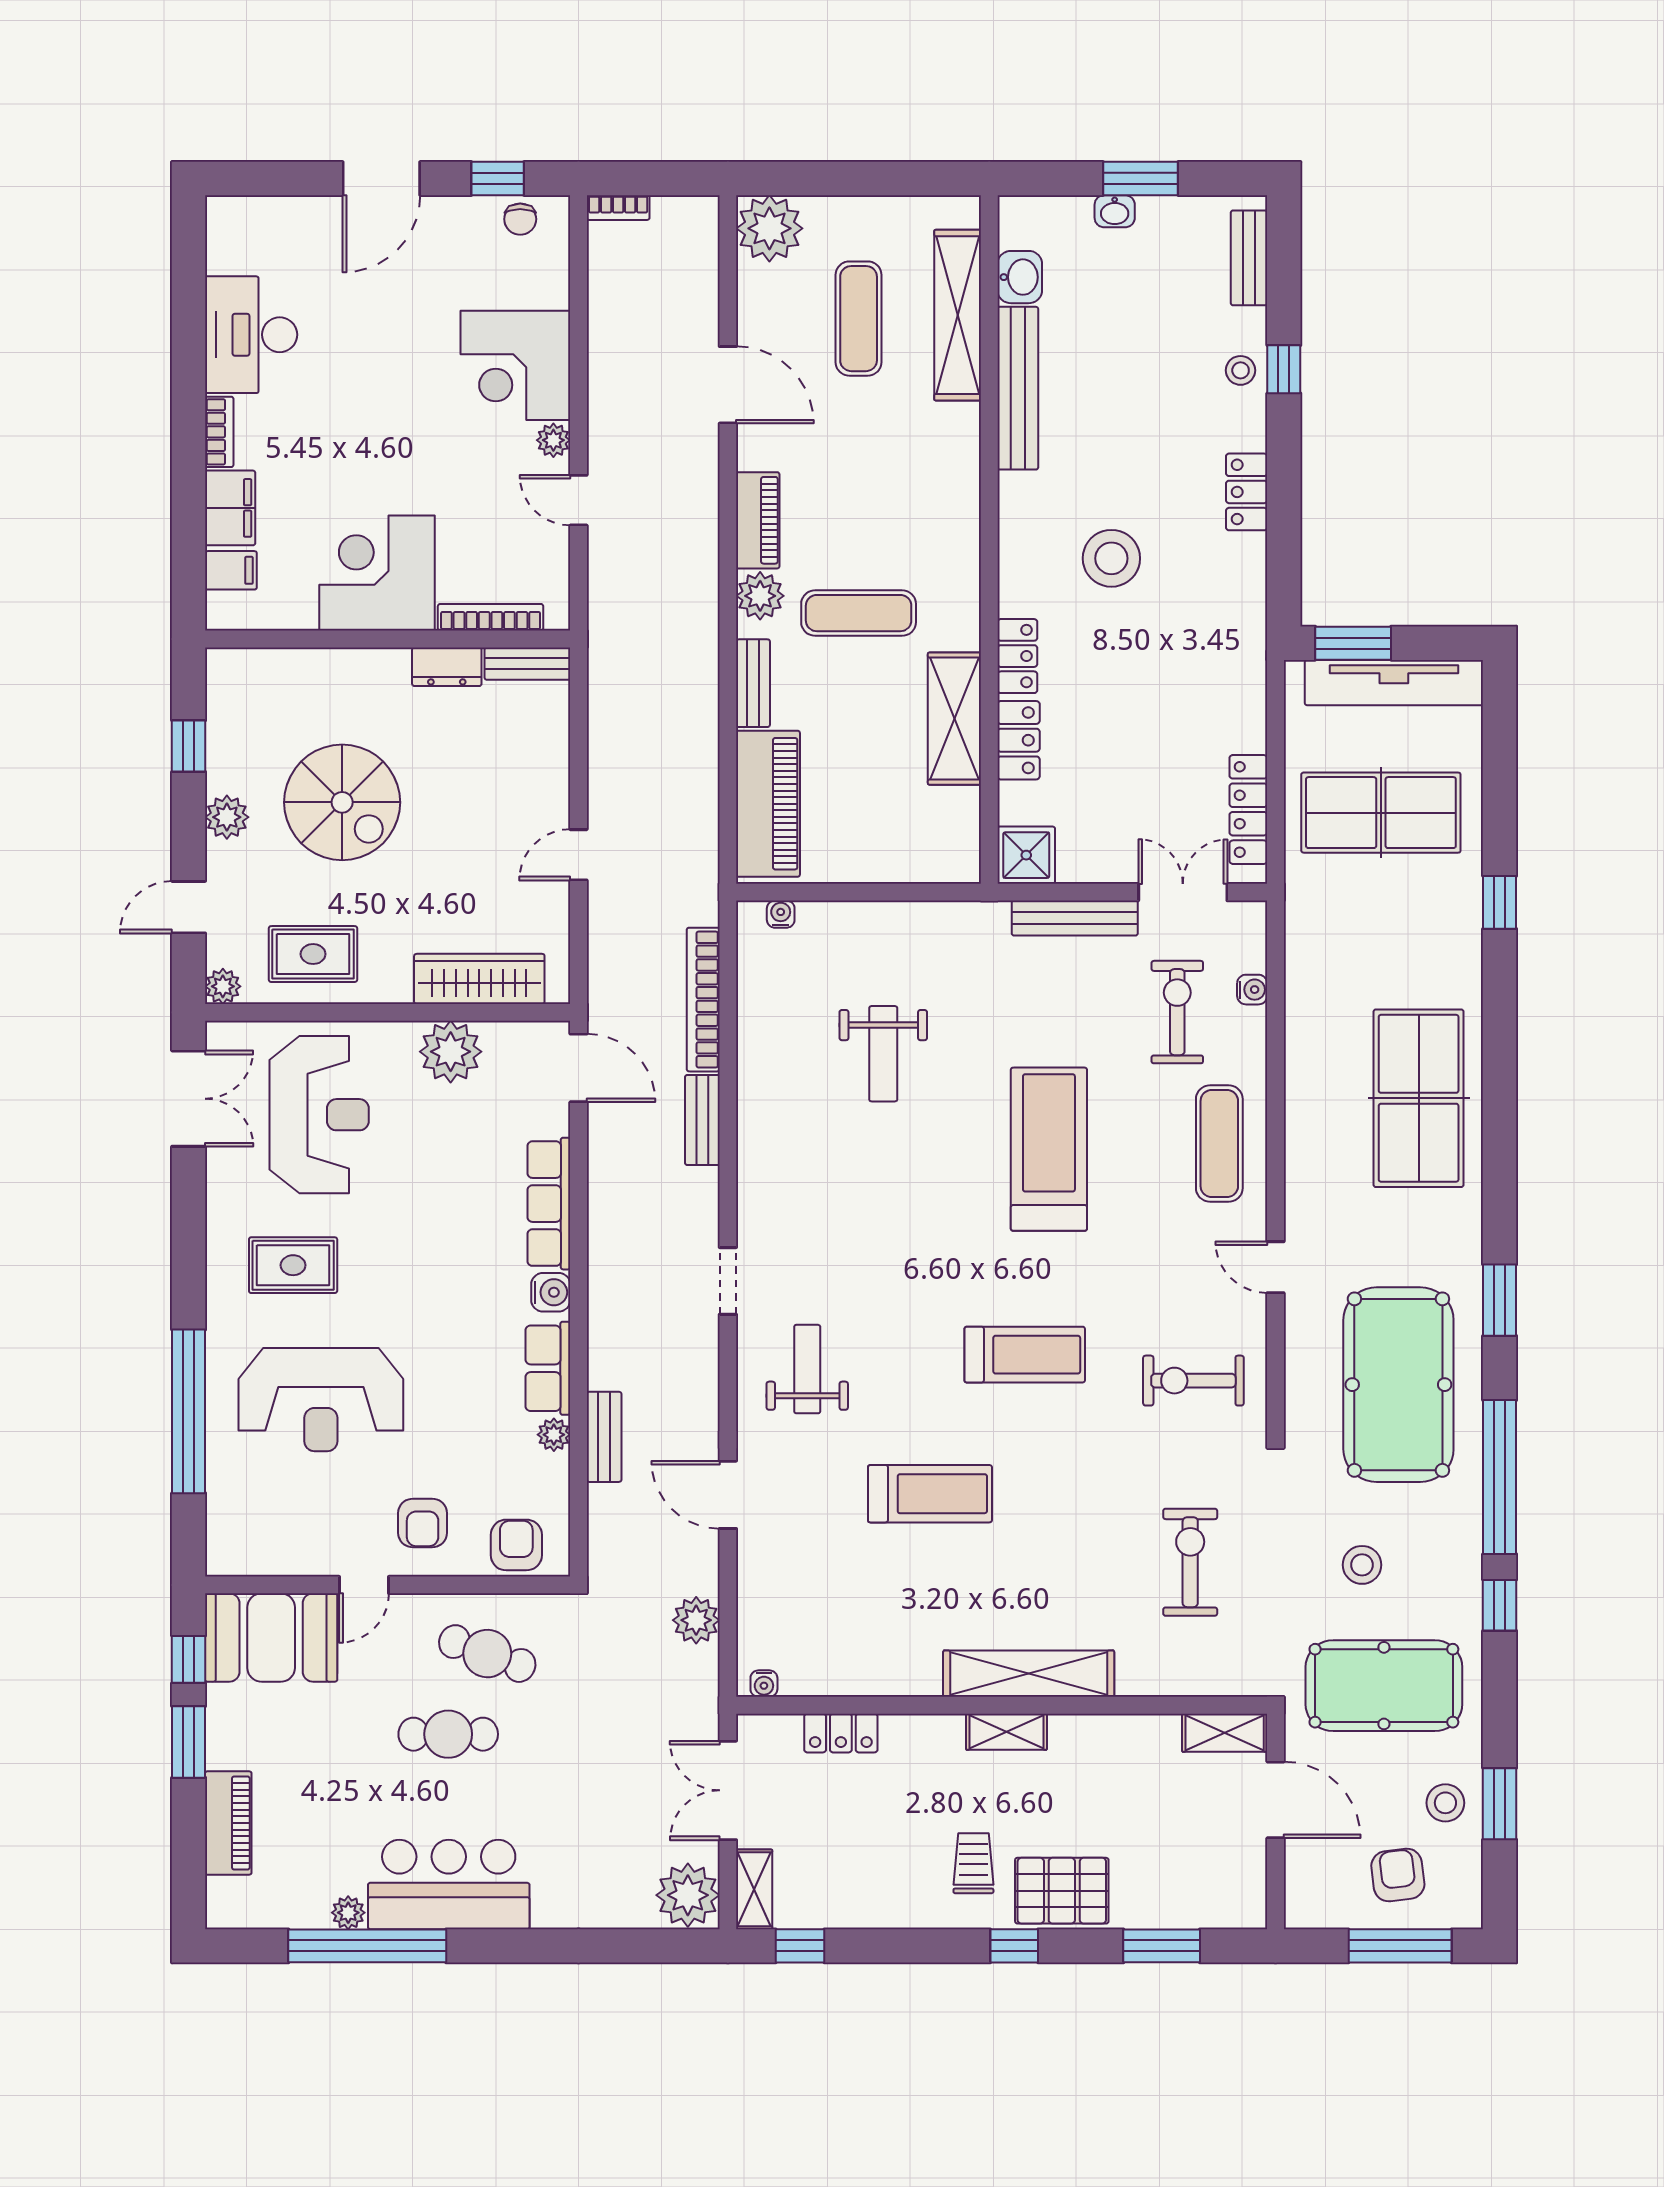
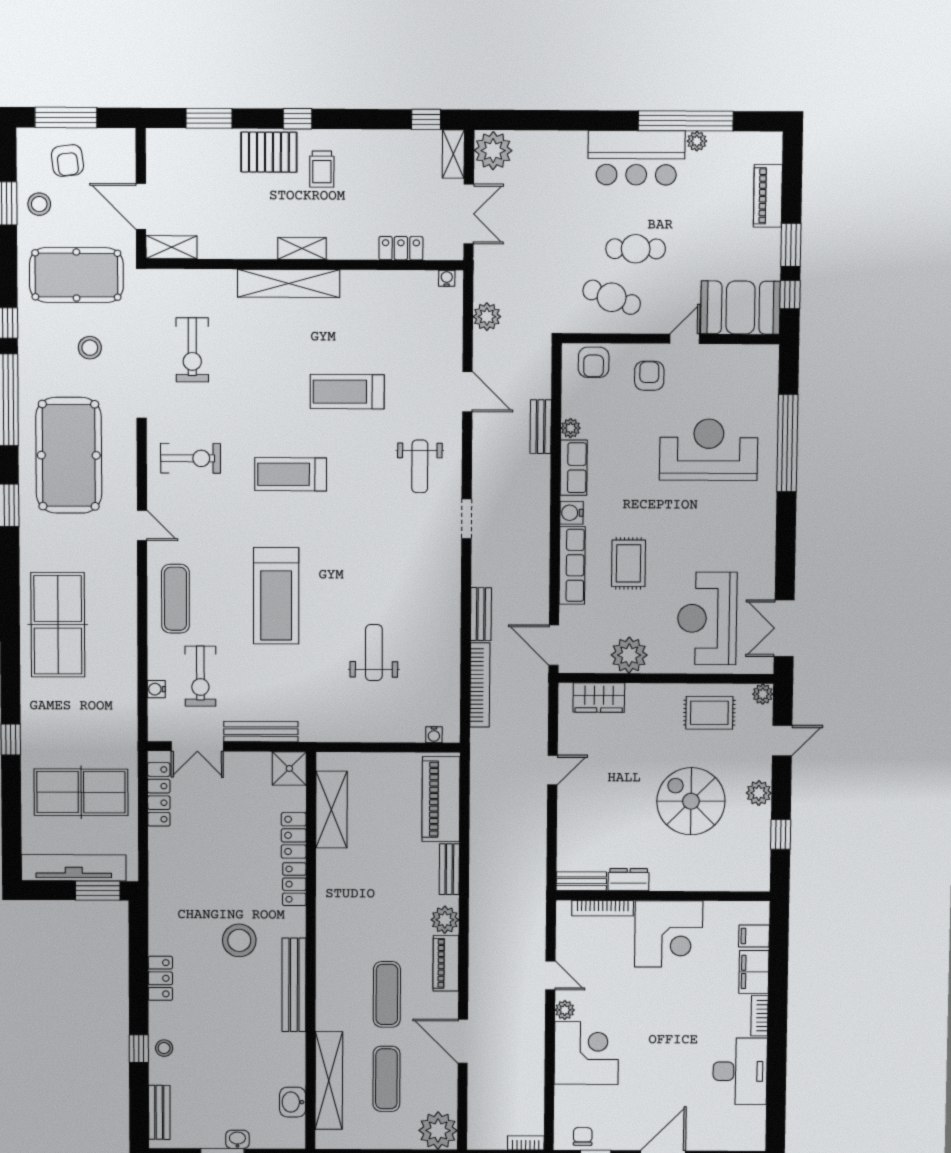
bench: (1018, 388) -> (294, 985), moved
exercise mat: (859, 613) -> (387, 994), moved, turned 90
shelving: (954, 719) -> (331, 810), moved
wardrobe: (479, 979) -> (599, 698), width x0.67
rug: (293, 1265) -> (628, 563), moved, turned 90

